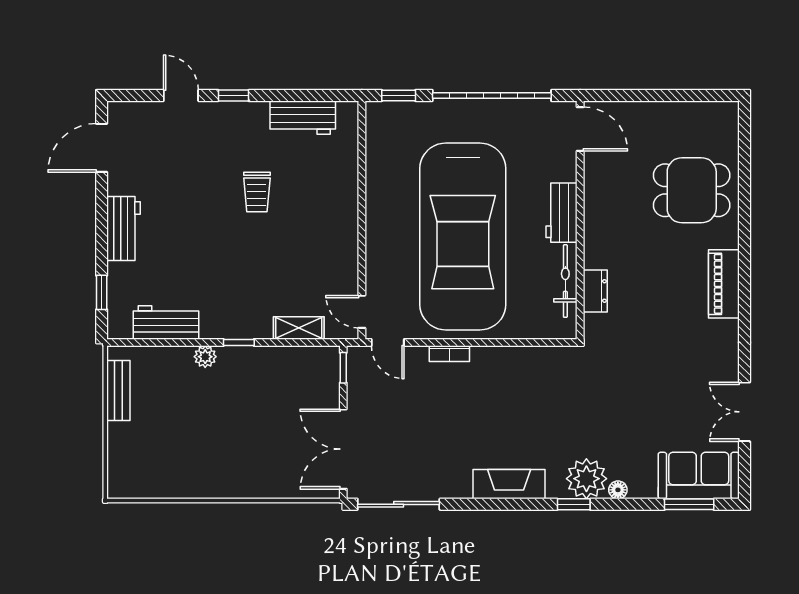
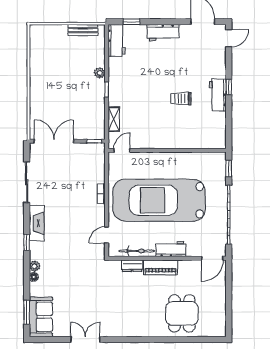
door: (181, 96) -> (229, 38), moved
workbench: (303, 118) -> (218, 95), moved
piano: (724, 284) -> (161, 267), moved, turned 180
workbench: (166, 322) -> (117, 40), moved
door: (388, 342) -> (107, 235), moved
double door: (745, 412) -> (85, 340), moved
plant: (586, 479) -> (35, 266), width x0.53, depth x0.53
sliding door: (399, 504) -> (27, 182), moved
window: (574, 504) -> (27, 242), moved

